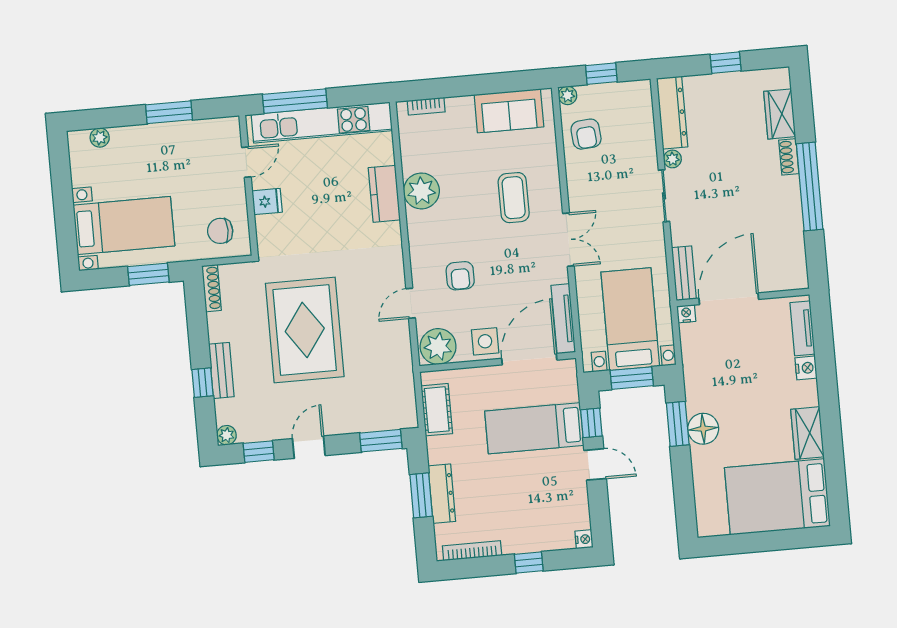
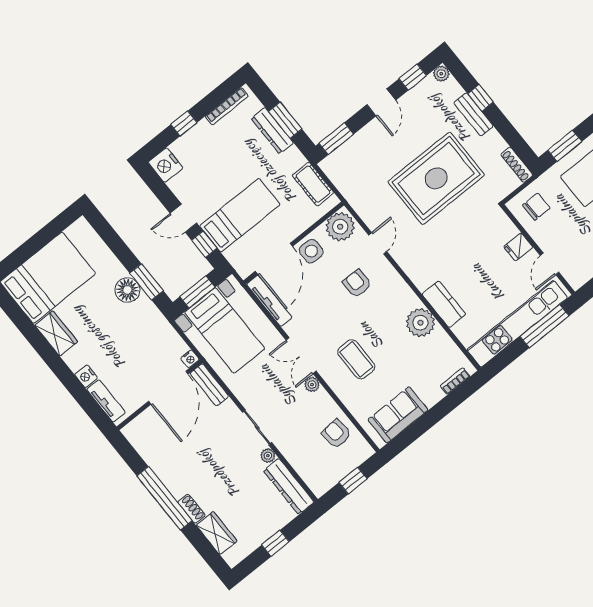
plant: (568, 95) -> (312, 385), moved
rug: (305, 330) -> (436, 178), turned 90
nightstand: (584, 539) -> (166, 165), width x1.89, depth x1.79

